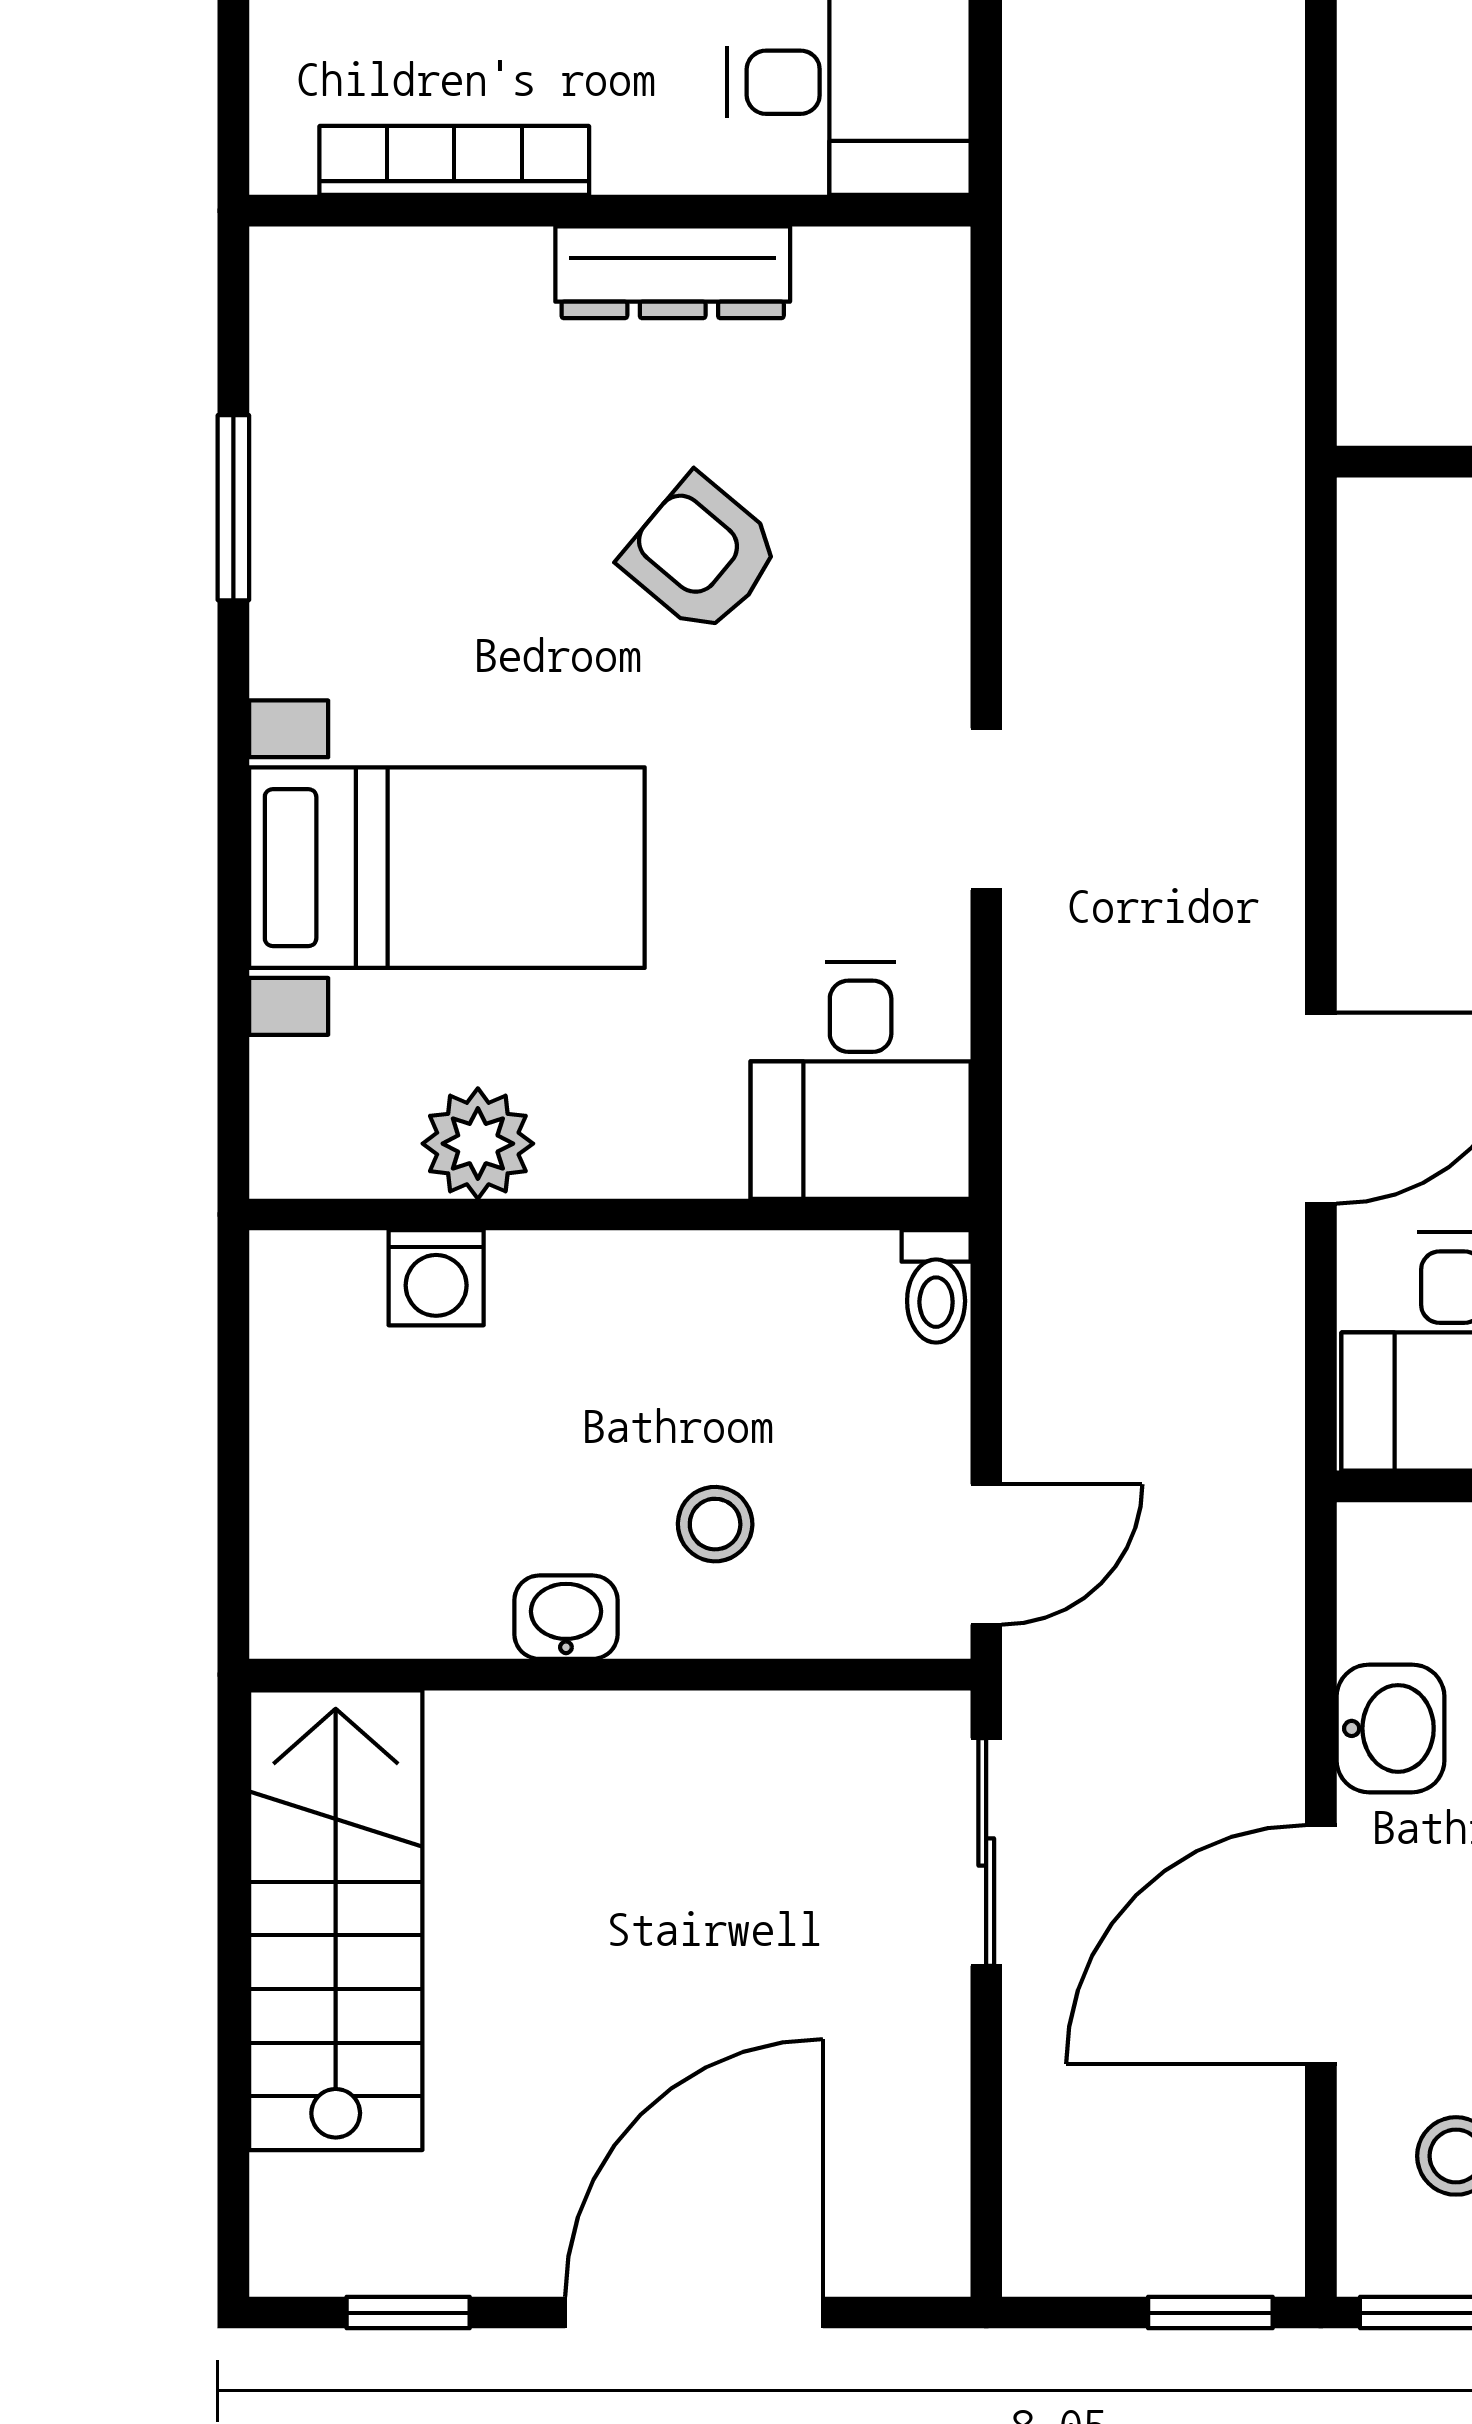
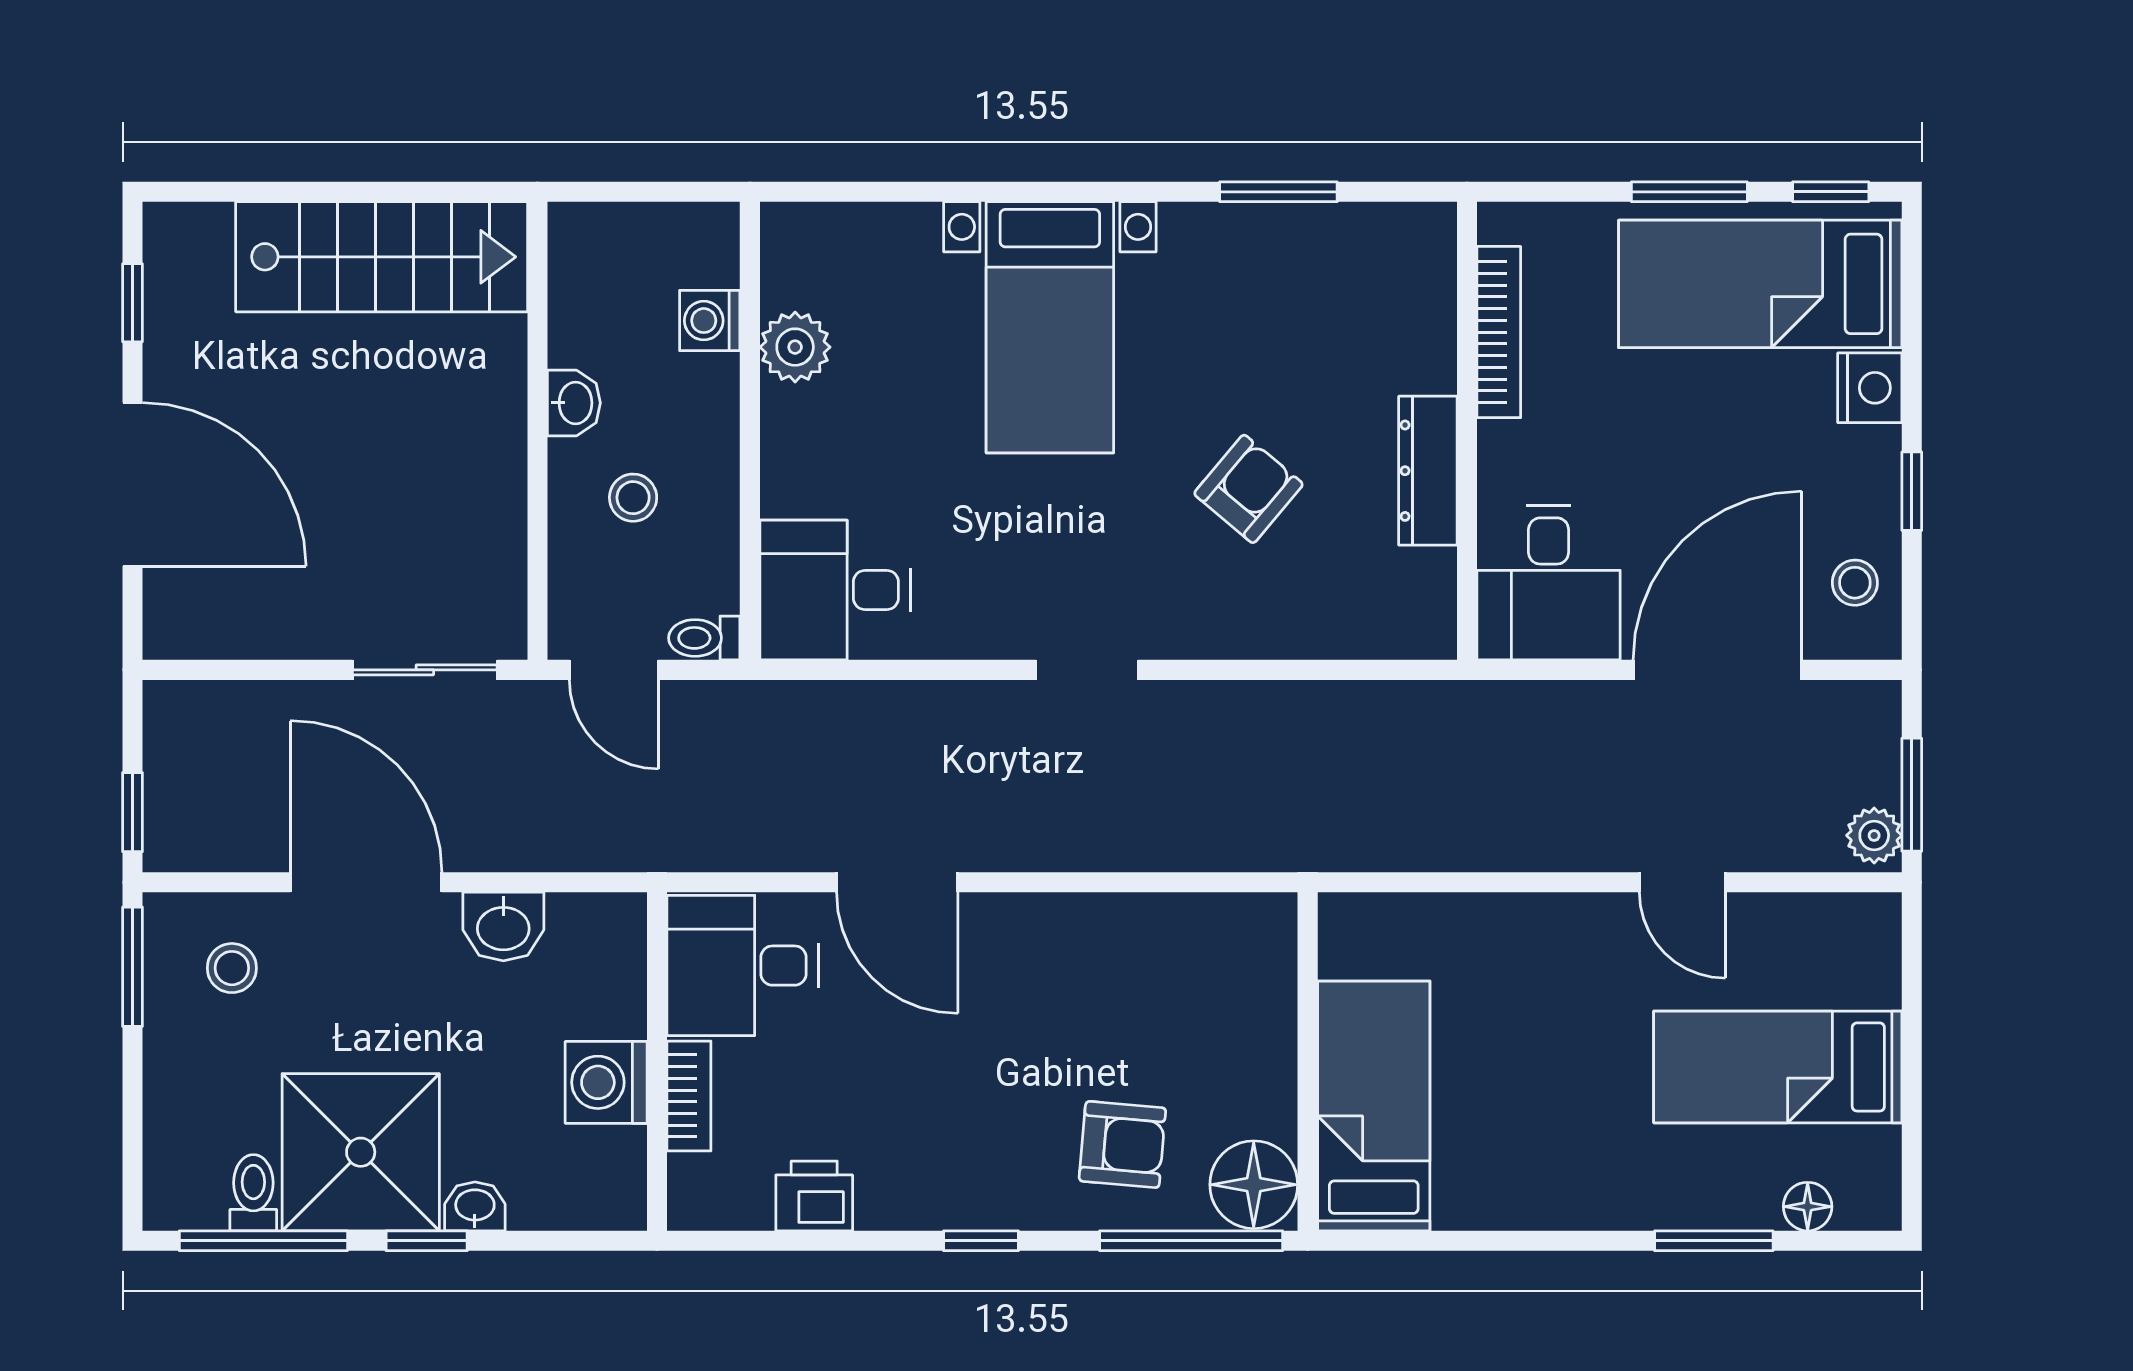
desk: (861, 1080) -> (835, 590), moved
plant: (478, 1144) -> (795, 347), moved
wall: (610, 1215) -> (750, 431), moved
washing machine: (436, 1278) -> (710, 321), moved
toilet: (936, 1286) -> (704, 638), moved

